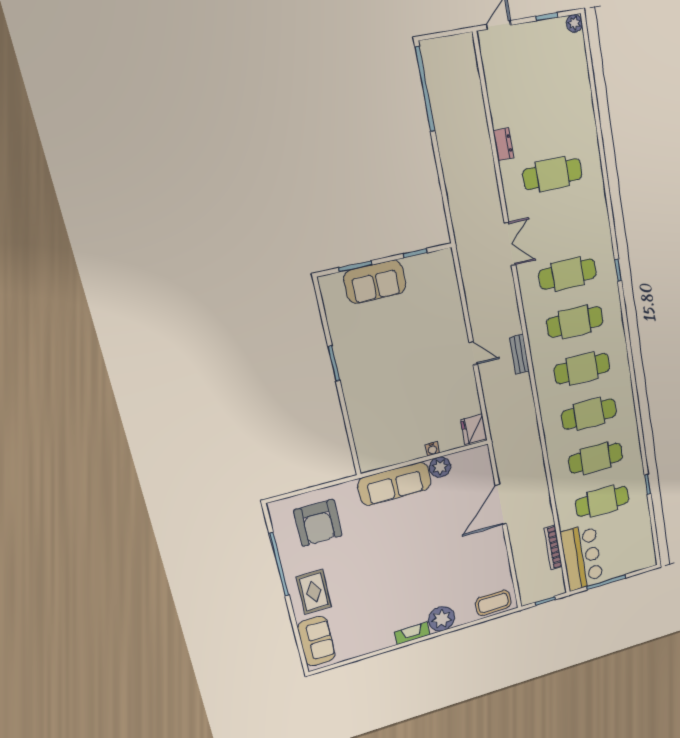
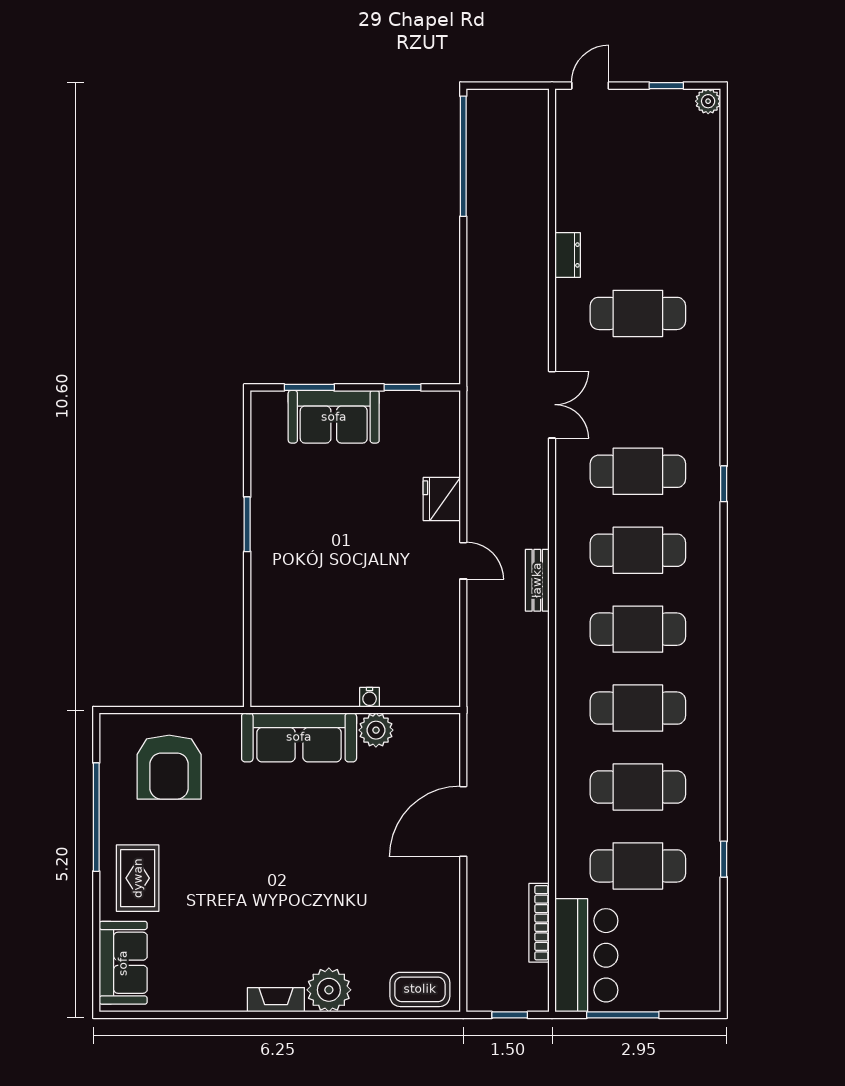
fridge: (474, 429) -> (442, 499), moved

